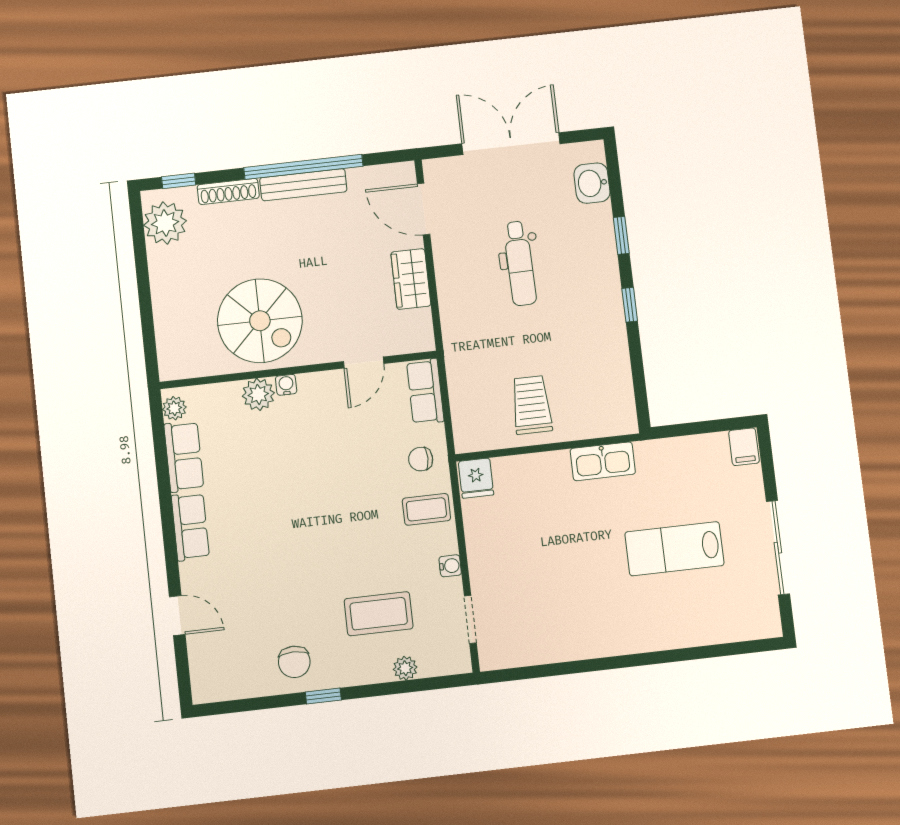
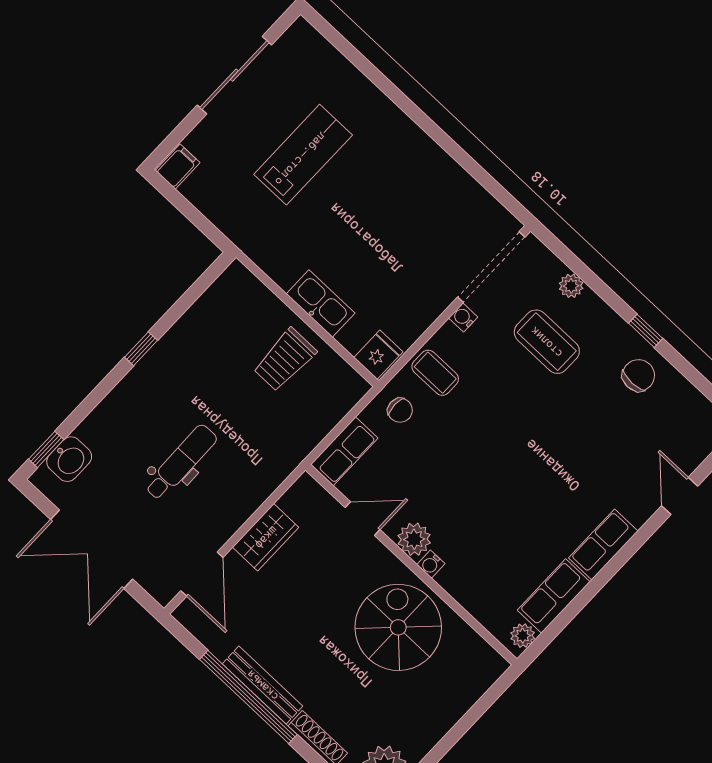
window: (621, 235) -> (46, 449), moved
plant: (258, 394) -> (414, 539), moved
kitchen sink: (603, 461) -> (321, 303), moved
lab bench: (674, 549) -> (303, 155), turned -90
doorway: (470, 619) -> (491, 267), width x1.88

